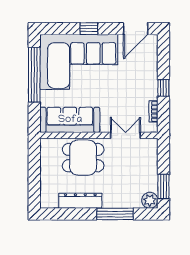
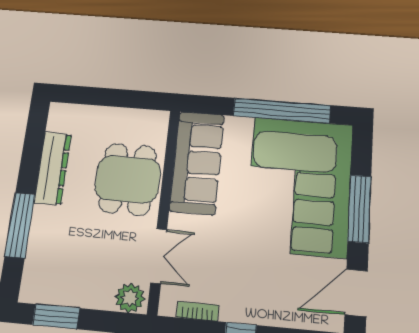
window: (89, 29) -> (360, 209), width x2.17
door: (136, 29) -> (356, 293), hinge flipped
plant: (150, 200) -> (130, 298), moved

